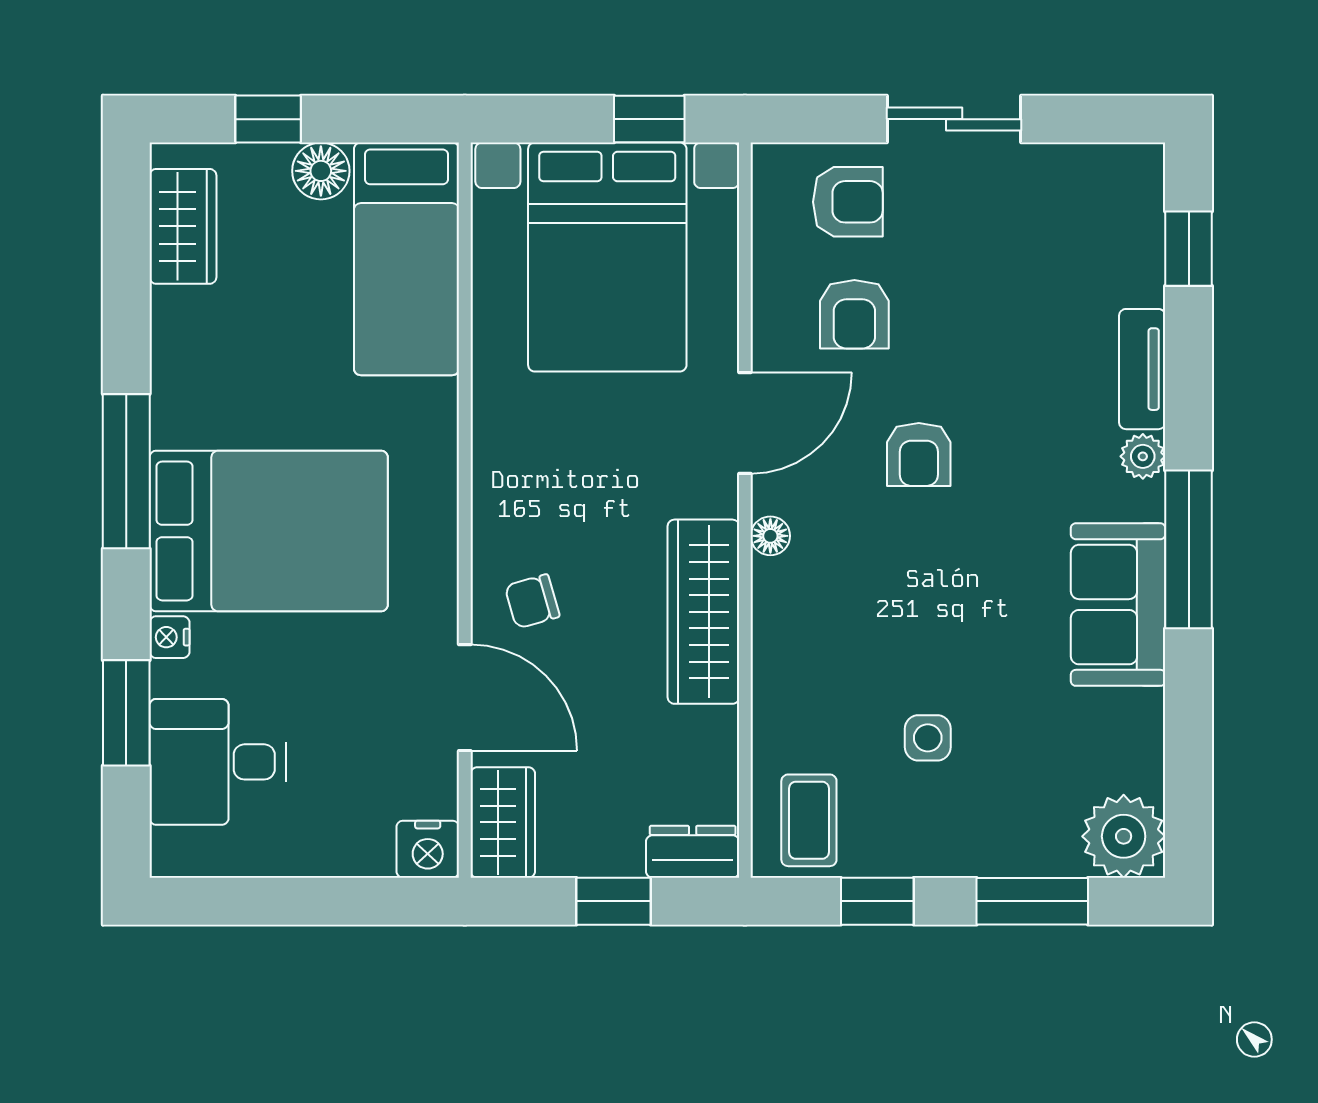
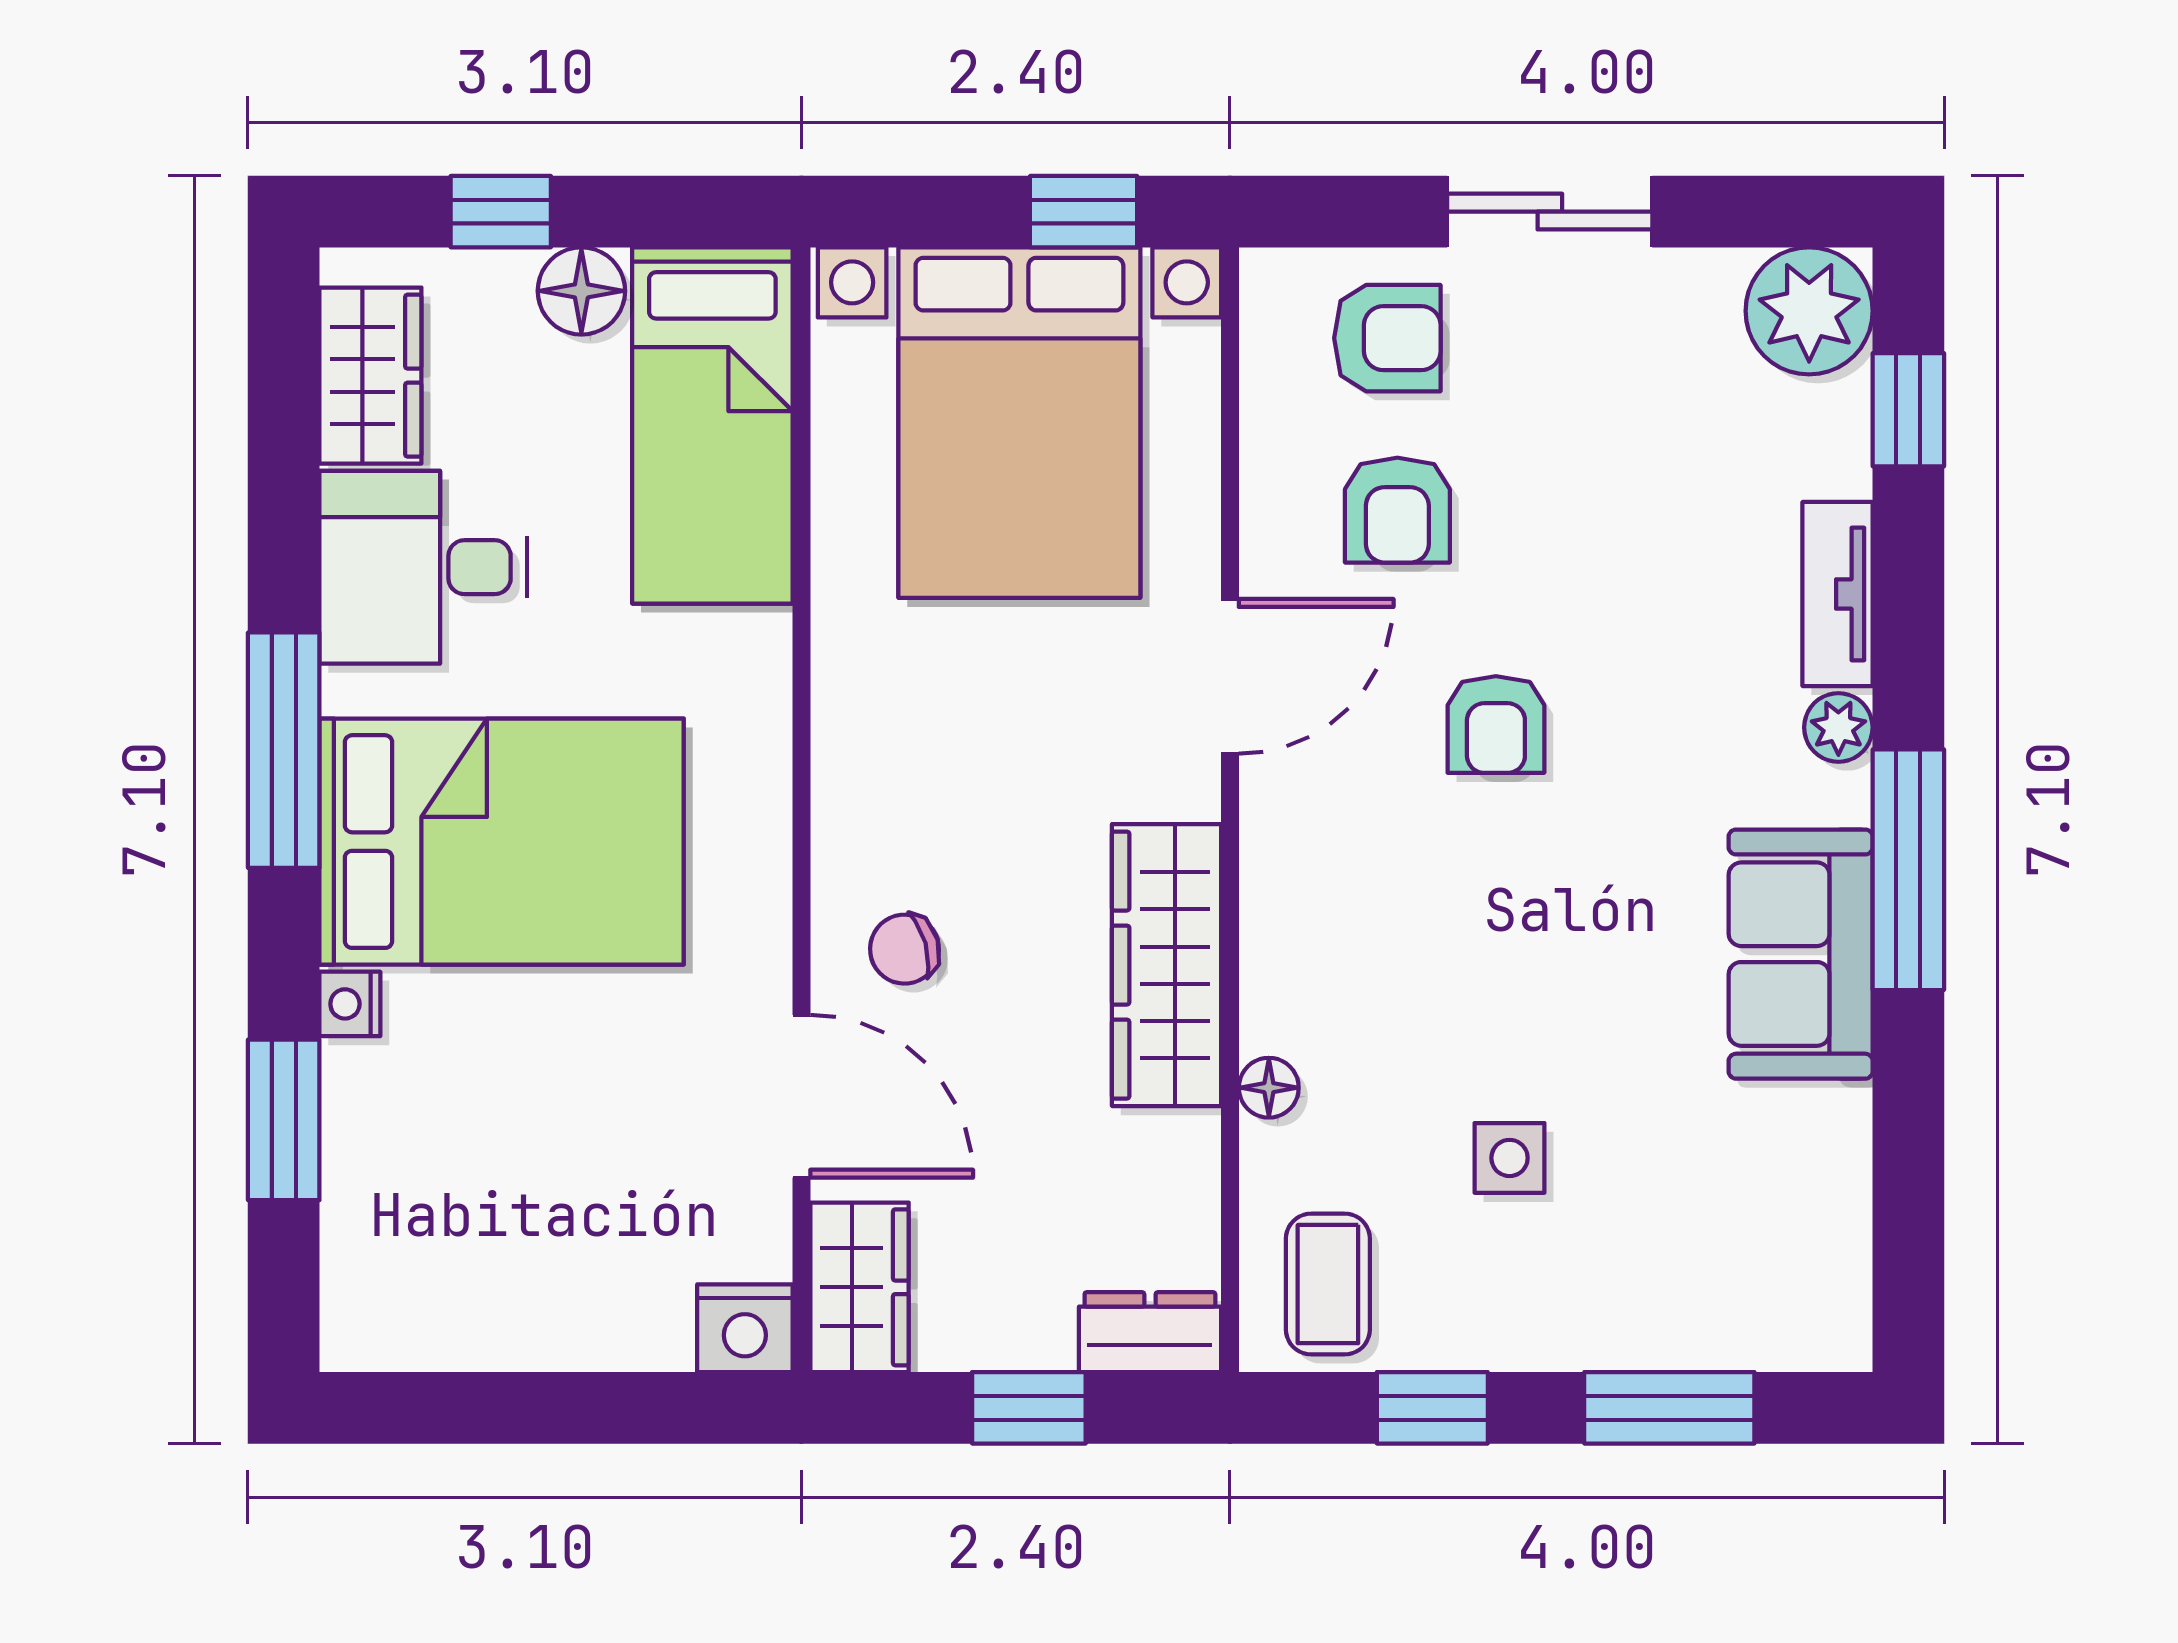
floor lamp: (770, 536) -> (1269, 1088), moved
desk: (218, 762) -> (423, 567), moved
plant: (1124, 836) -> (1809, 311), moved

